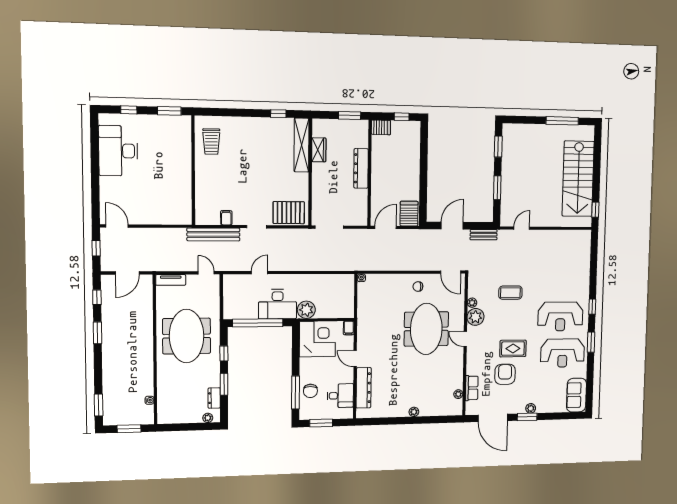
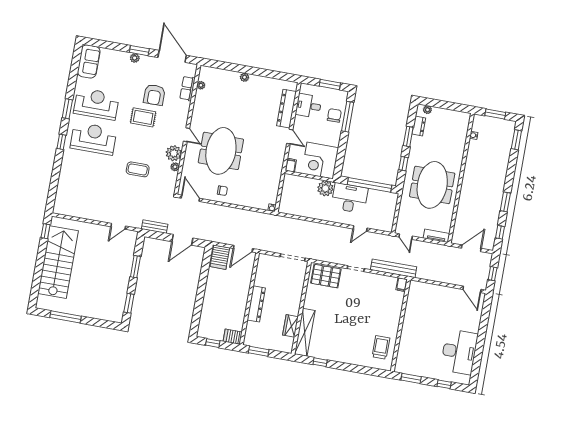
filing cabinet: (226, 218) -> (402, 285), moved

